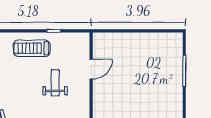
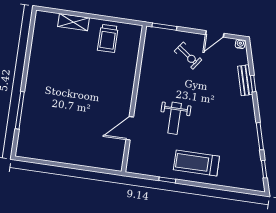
treadmill: (32, 48) -> (196, 163), turned 180

